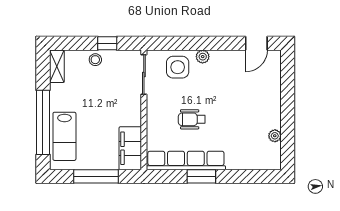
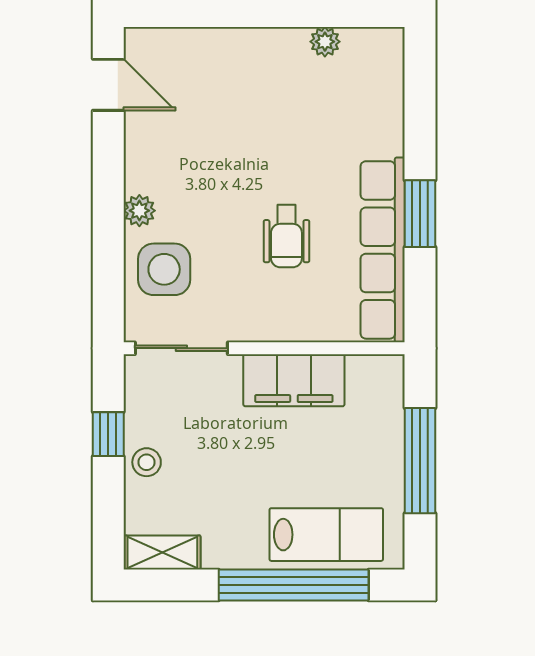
filing cabinet: (130, 148) -> (294, 380), moved

